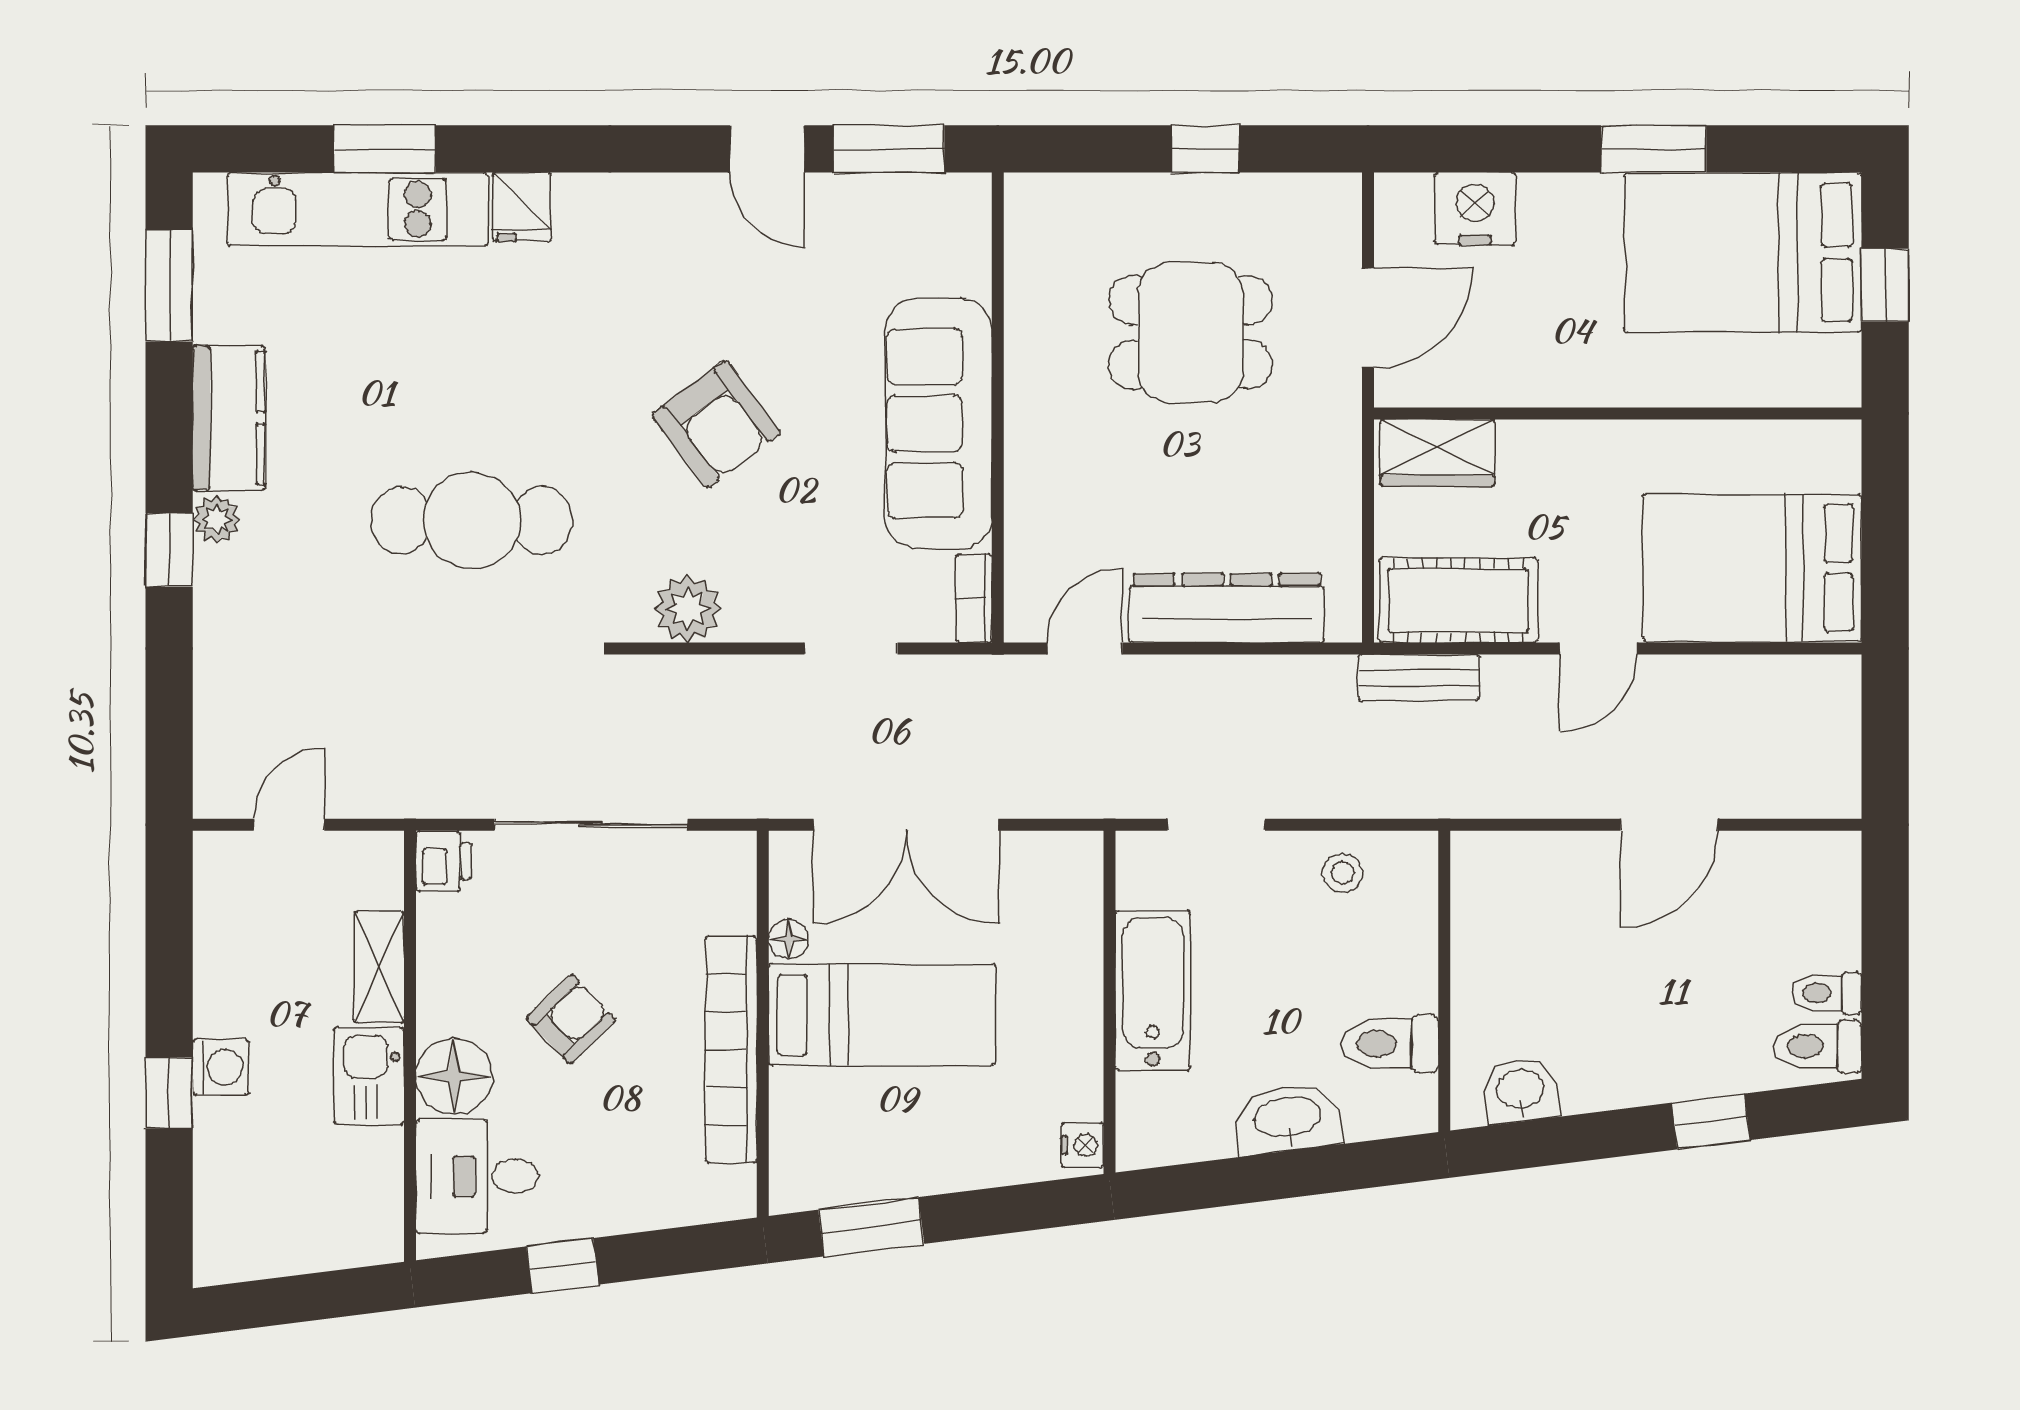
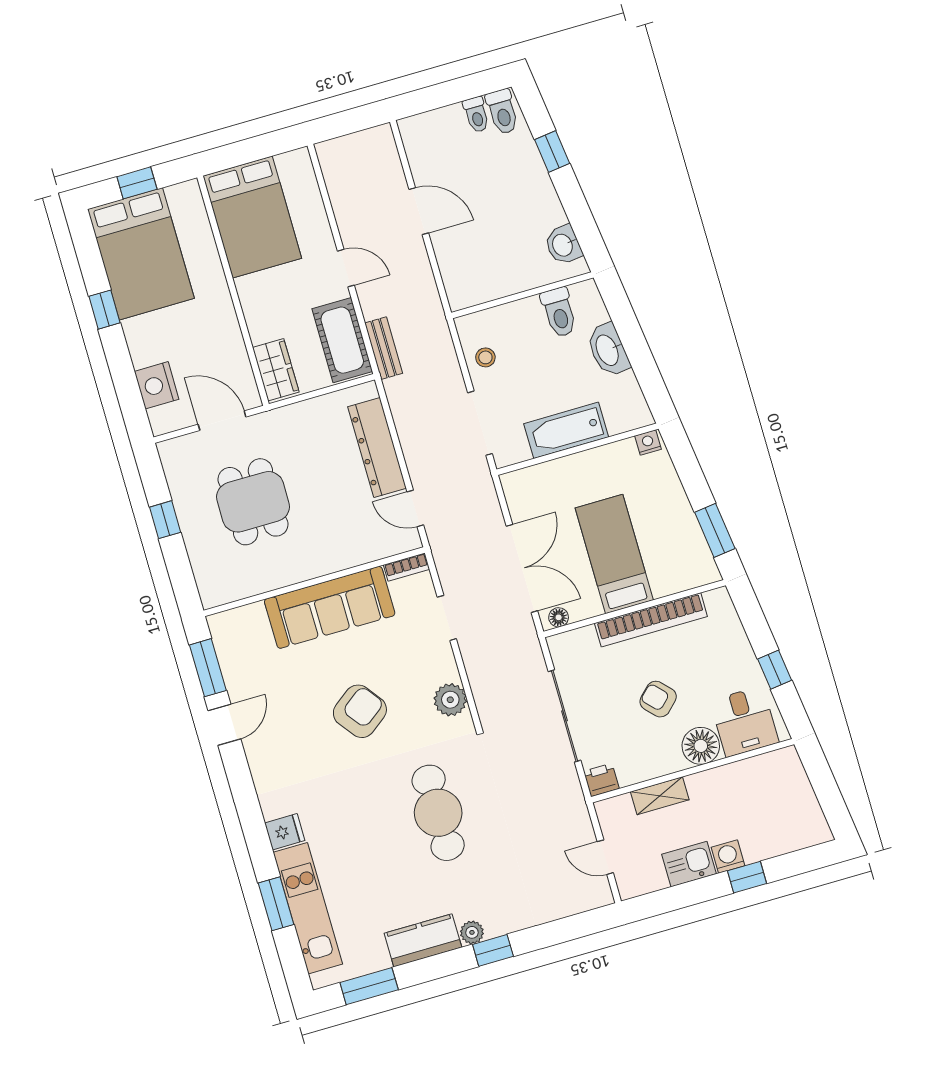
window: (1654, 149) -> (104, 310), width x0.67
bed: (1752, 568) -> (252, 217), moved
doorway: (1216, 825) -> (480, 423), width x1.38
floor lamp: (789, 939) -> (559, 617), moved
kitchen sink: (369, 1076) -> (689, 864), moved, turned 180

